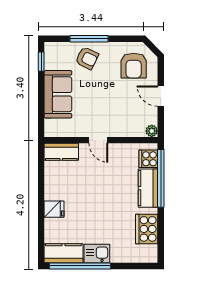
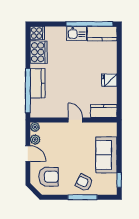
armchair: (134, 66) -> (49, 177), turned 90
plant: (151, 114) -> (35, 140), added
cooker: (148, 159) -> (37, 33), moved
fridge: (54, 209) -> (109, 80), moved

